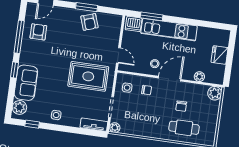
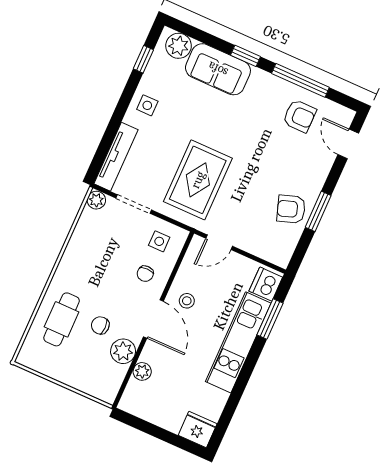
fridge: (220, 55) -> (198, 430), moved
plant: (215, 93) -> (123, 351), moved
tv unit: (94, 125) -> (116, 157), width x1.41

